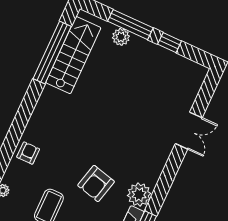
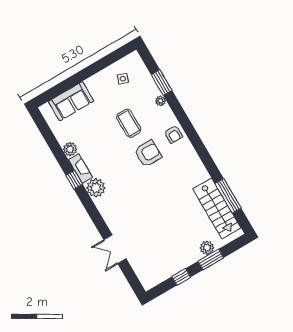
window: (130, 25) -> (211, 260), width x0.69
window: (52, 53) -> (228, 196), width x0.68
armchair: (96, 183) -> (148, 154), moved, turned 76

